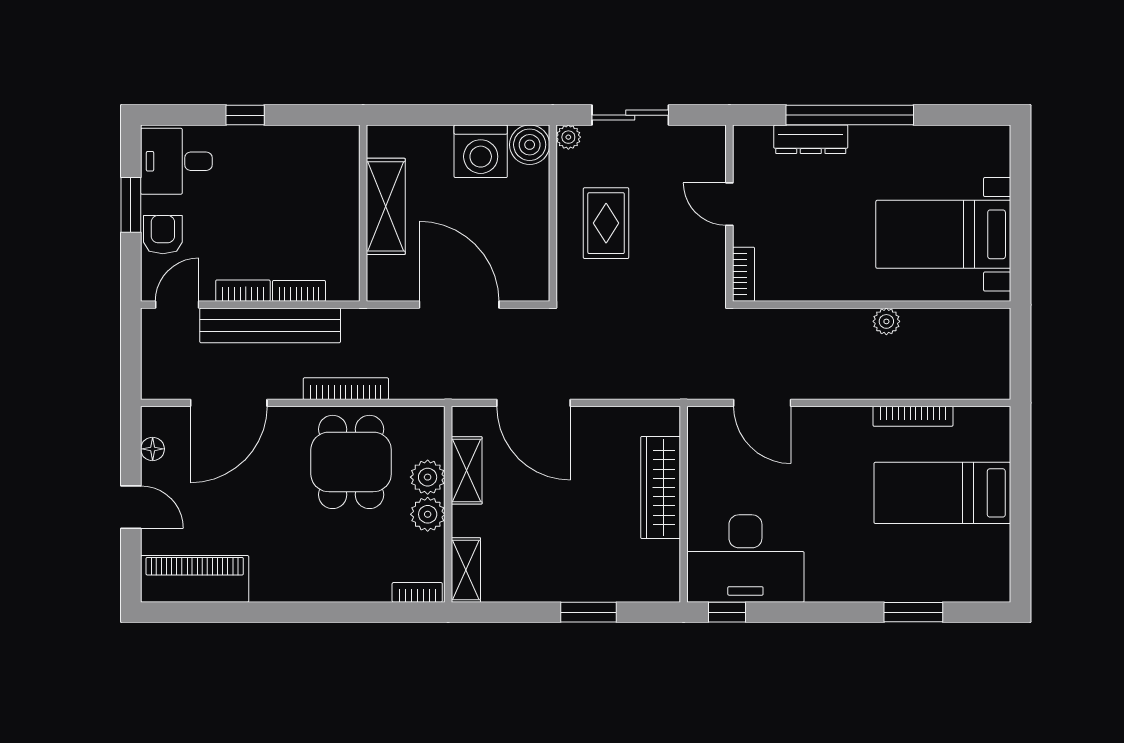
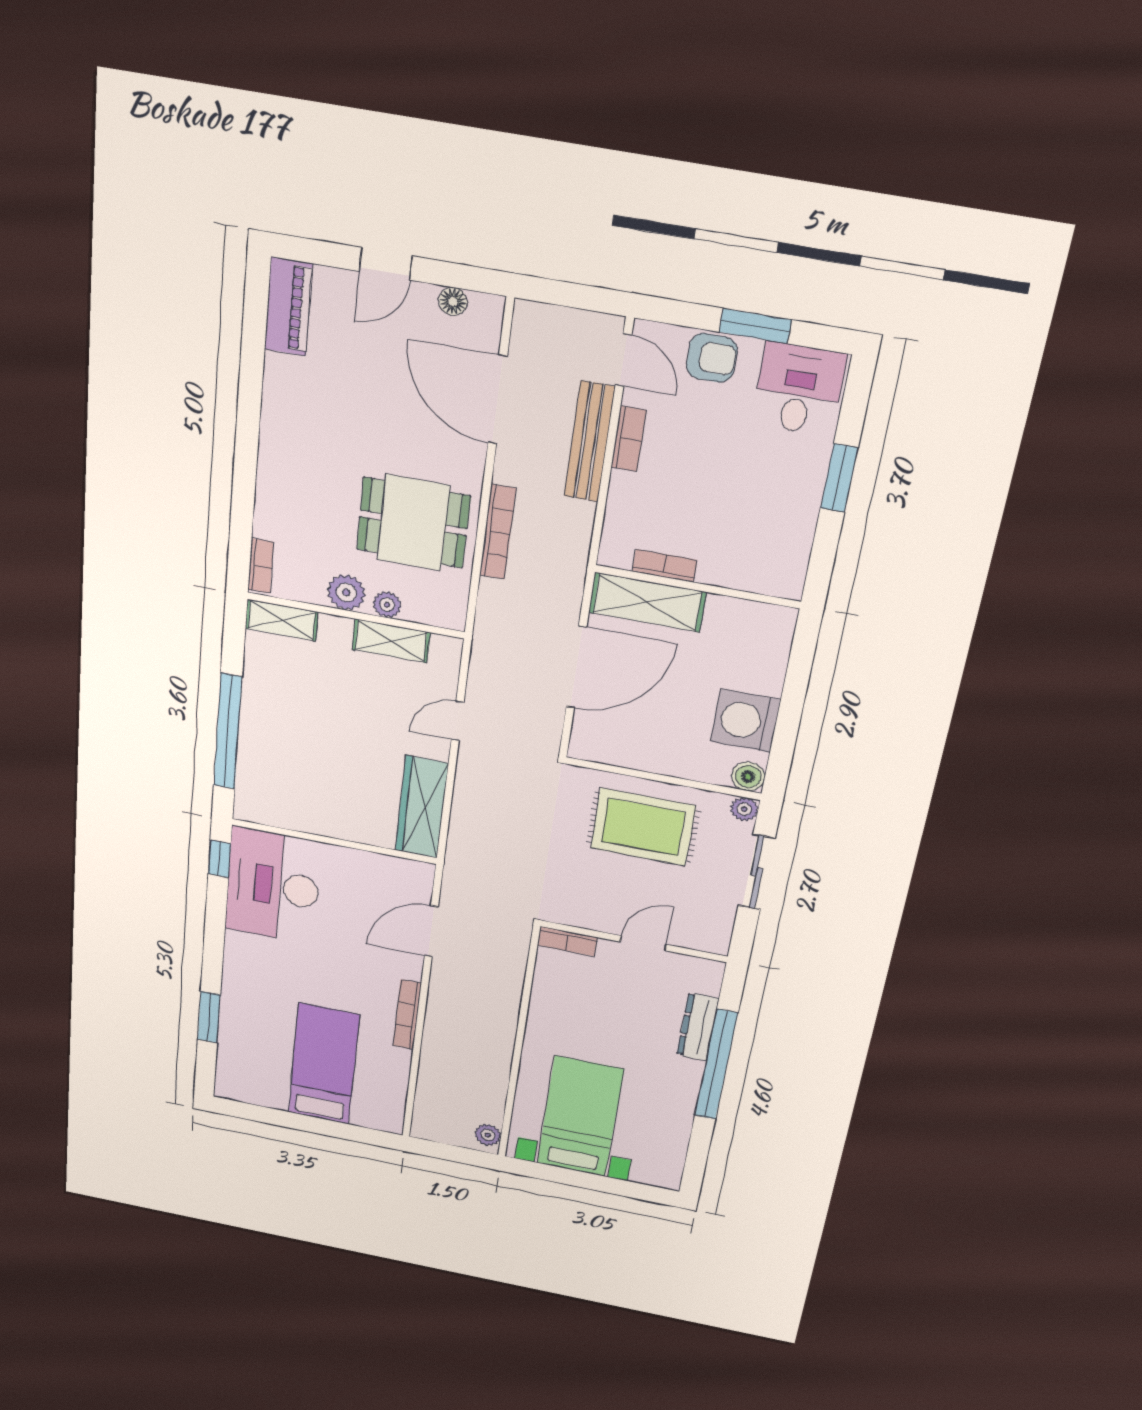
window: (245, 115) -> (839, 478), width x1.50
boiler: (530, 145) -> (748, 777), width x0.73, depth x0.73
shelving: (386, 206) -> (647, 602), moved
rug: (606, 223) -> (643, 827), width x1.36, depth x1.43
bookcase: (299, 291) -> (665, 566), moved, turned -90
plant: (886, 321) -> (488, 1135), moved
bench: (270, 325) -> (589, 442), width x0.73, depth x0.82
door: (534, 403) -> (458, 721), width x0.53
bookcase: (913, 416) -> (407, 1015), moved
plant: (428, 477) -> (387, 605), width x0.73, depth x0.73
wardrobe: (661, 488) -> (422, 807), moved, turned -90
piano: (195, 579) -> (288, 307), width x0.73, depth x0.75
window: (589, 612) -> (228, 732), width x2.11

